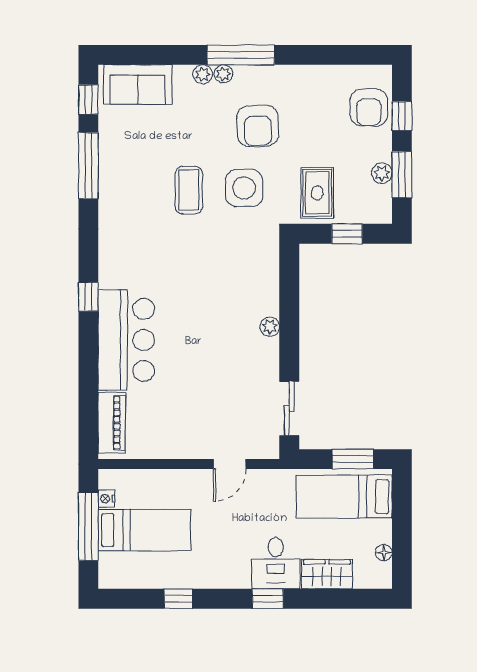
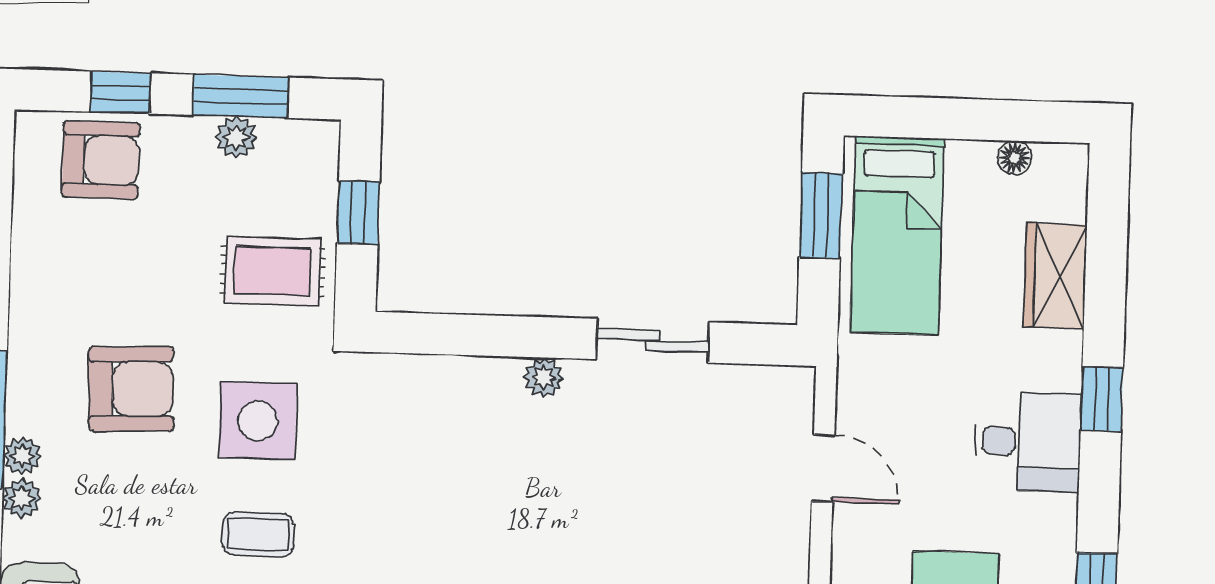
coffee table: (189, 190) -> (258, 534), width x0.73, depth x0.77
sliding door: (289, 408) -> (653, 341), moved
desk: (276, 563) -> (1027, 442), moved

